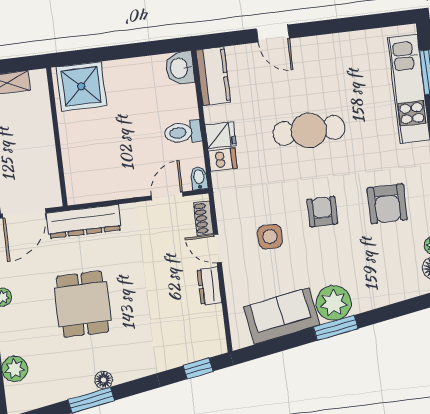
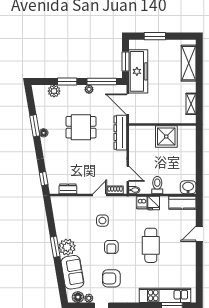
shower: (81, 86) -> (166, 136), moved
armchair: (322, 212) -> (111, 247), turned 90
dresser: (209, 286) -> (68, 189), moved
sofa: (282, 316) -> (72, 272), moved

